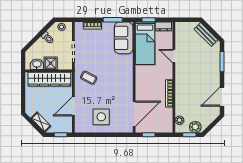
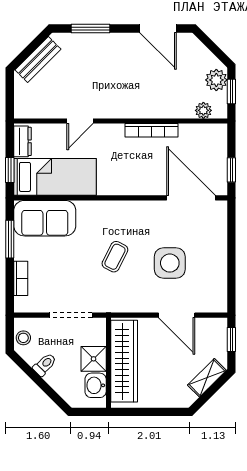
coffee table: (89, 78) -> (115, 257), moved
side table: (101, 117) -> (170, 263), moved

